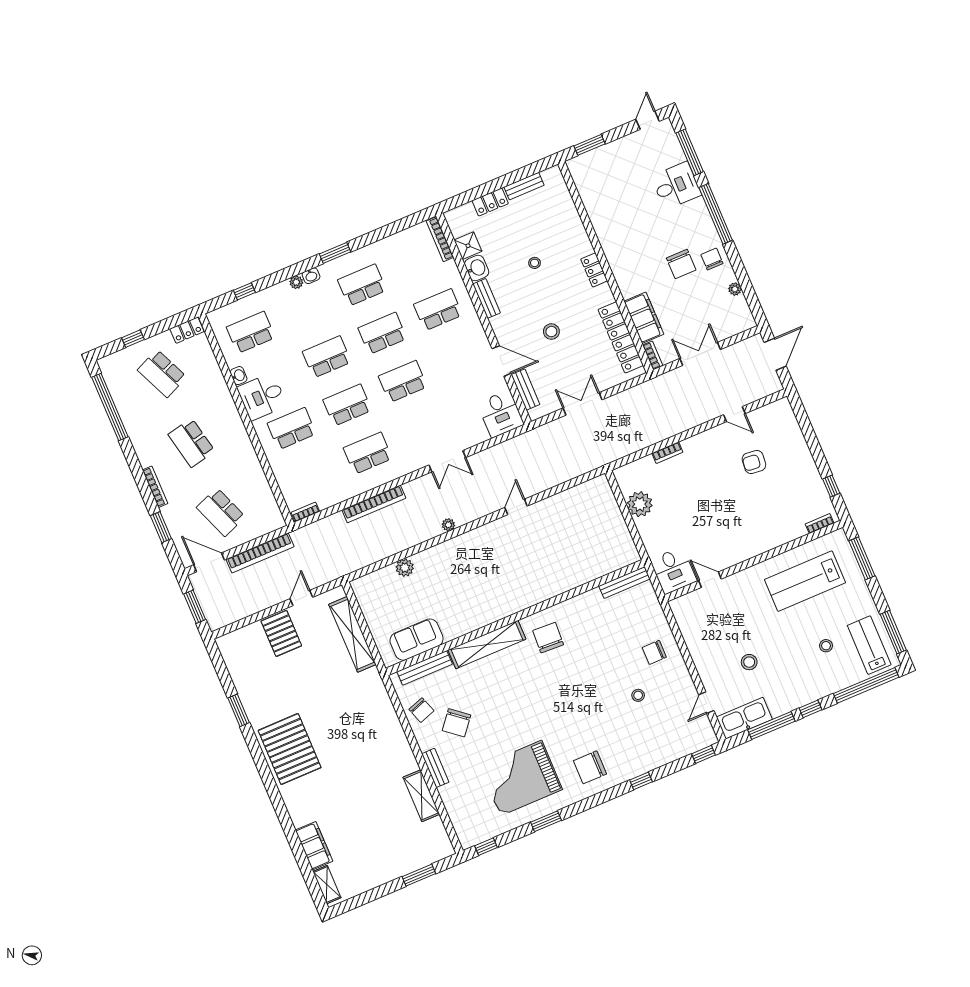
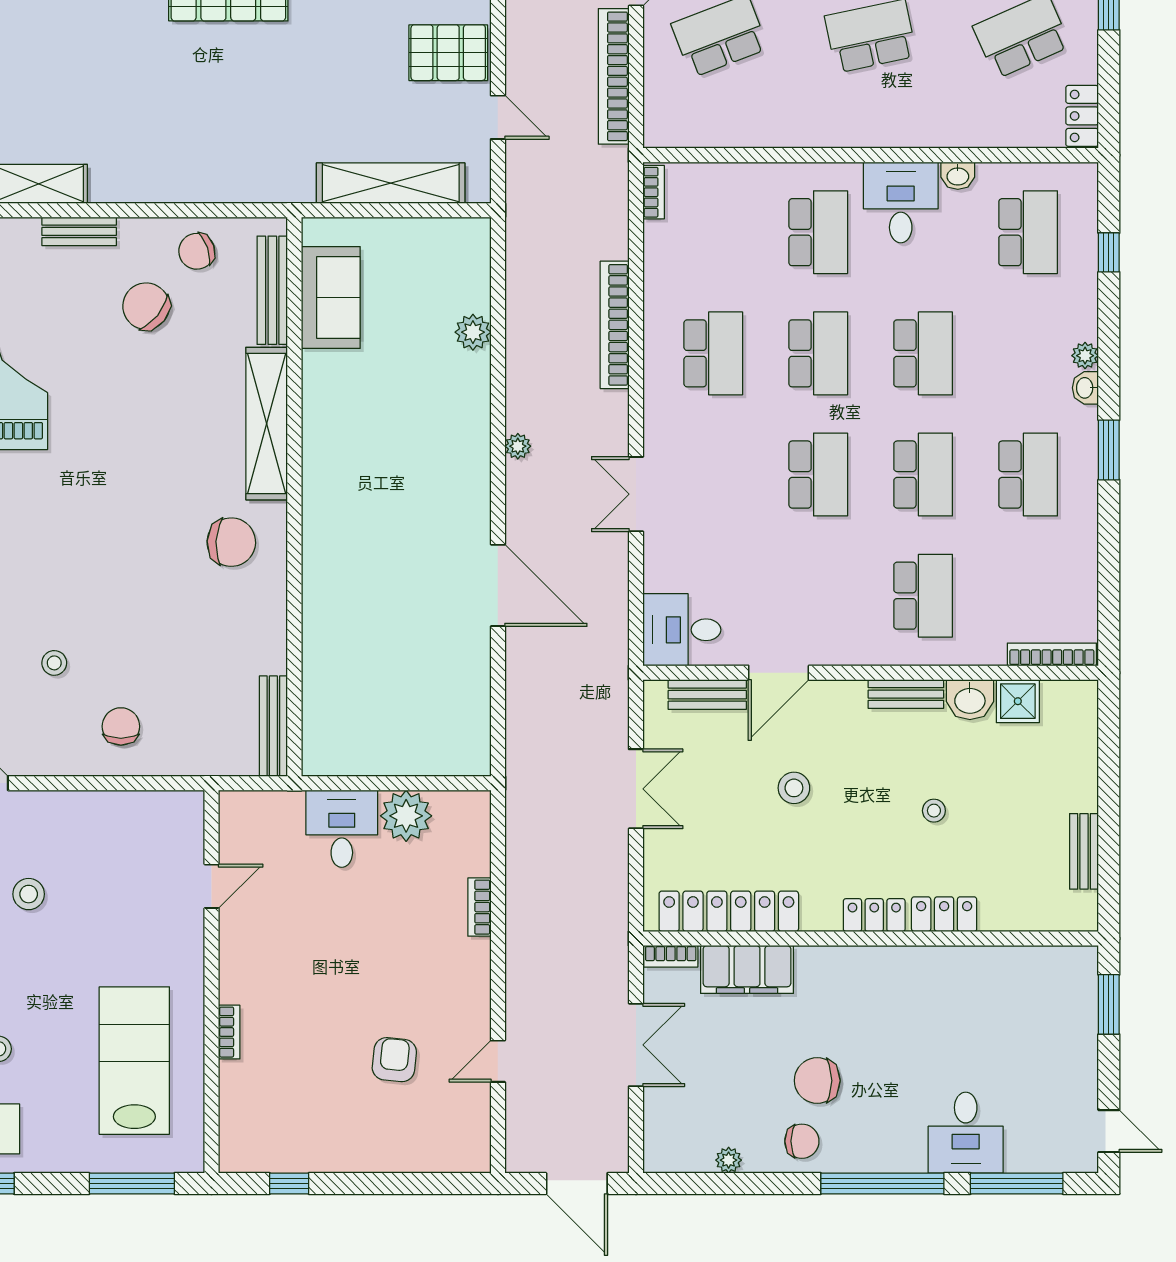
locker: (490, 202) -> (944, 914), moved, turned 90
door: (516, 507) -> (498, 585), width x1.87
bookcase: (820, 524) -> (229, 1032), moved
desk: (673, 571) -> (342, 829), moved, turned 90

